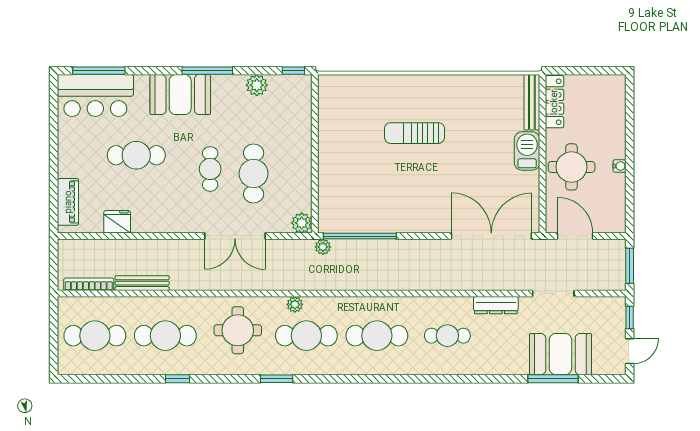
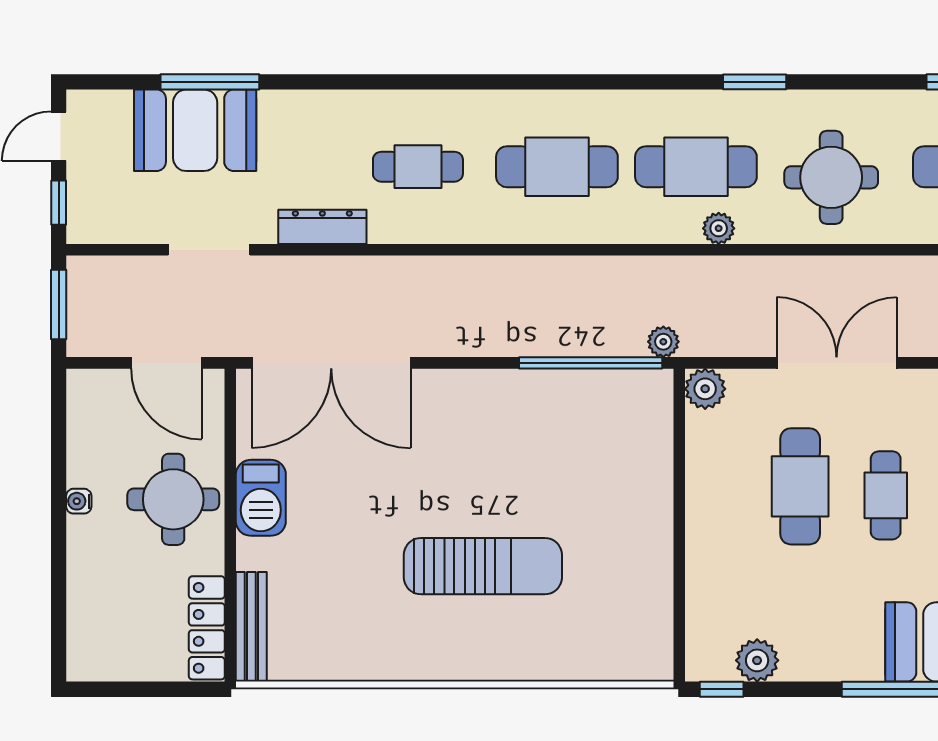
plant: (257, 85) -> (757, 660), moved
sun lounger: (414, 133) -> (483, 566), width x1.36, depth x1.34
barbecue: (527, 151) -> (261, 498), moved

